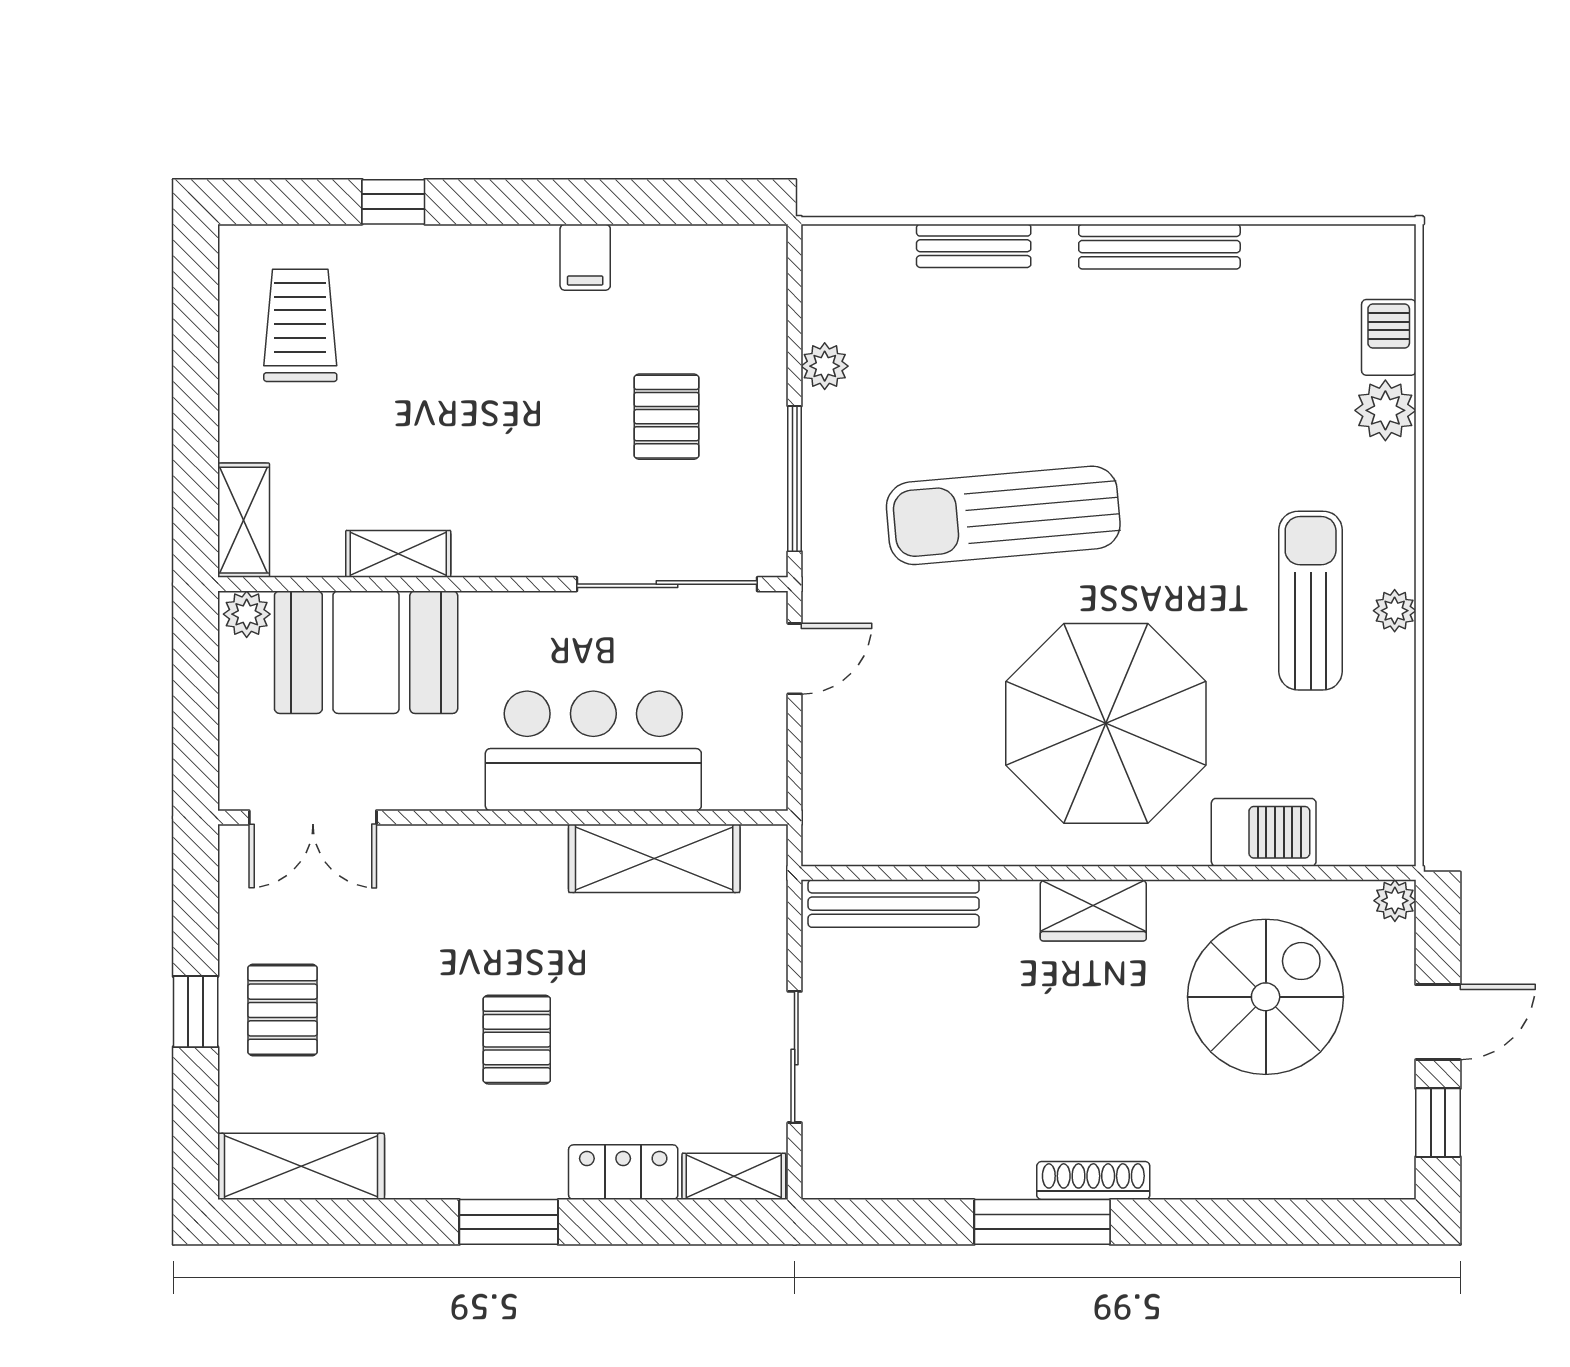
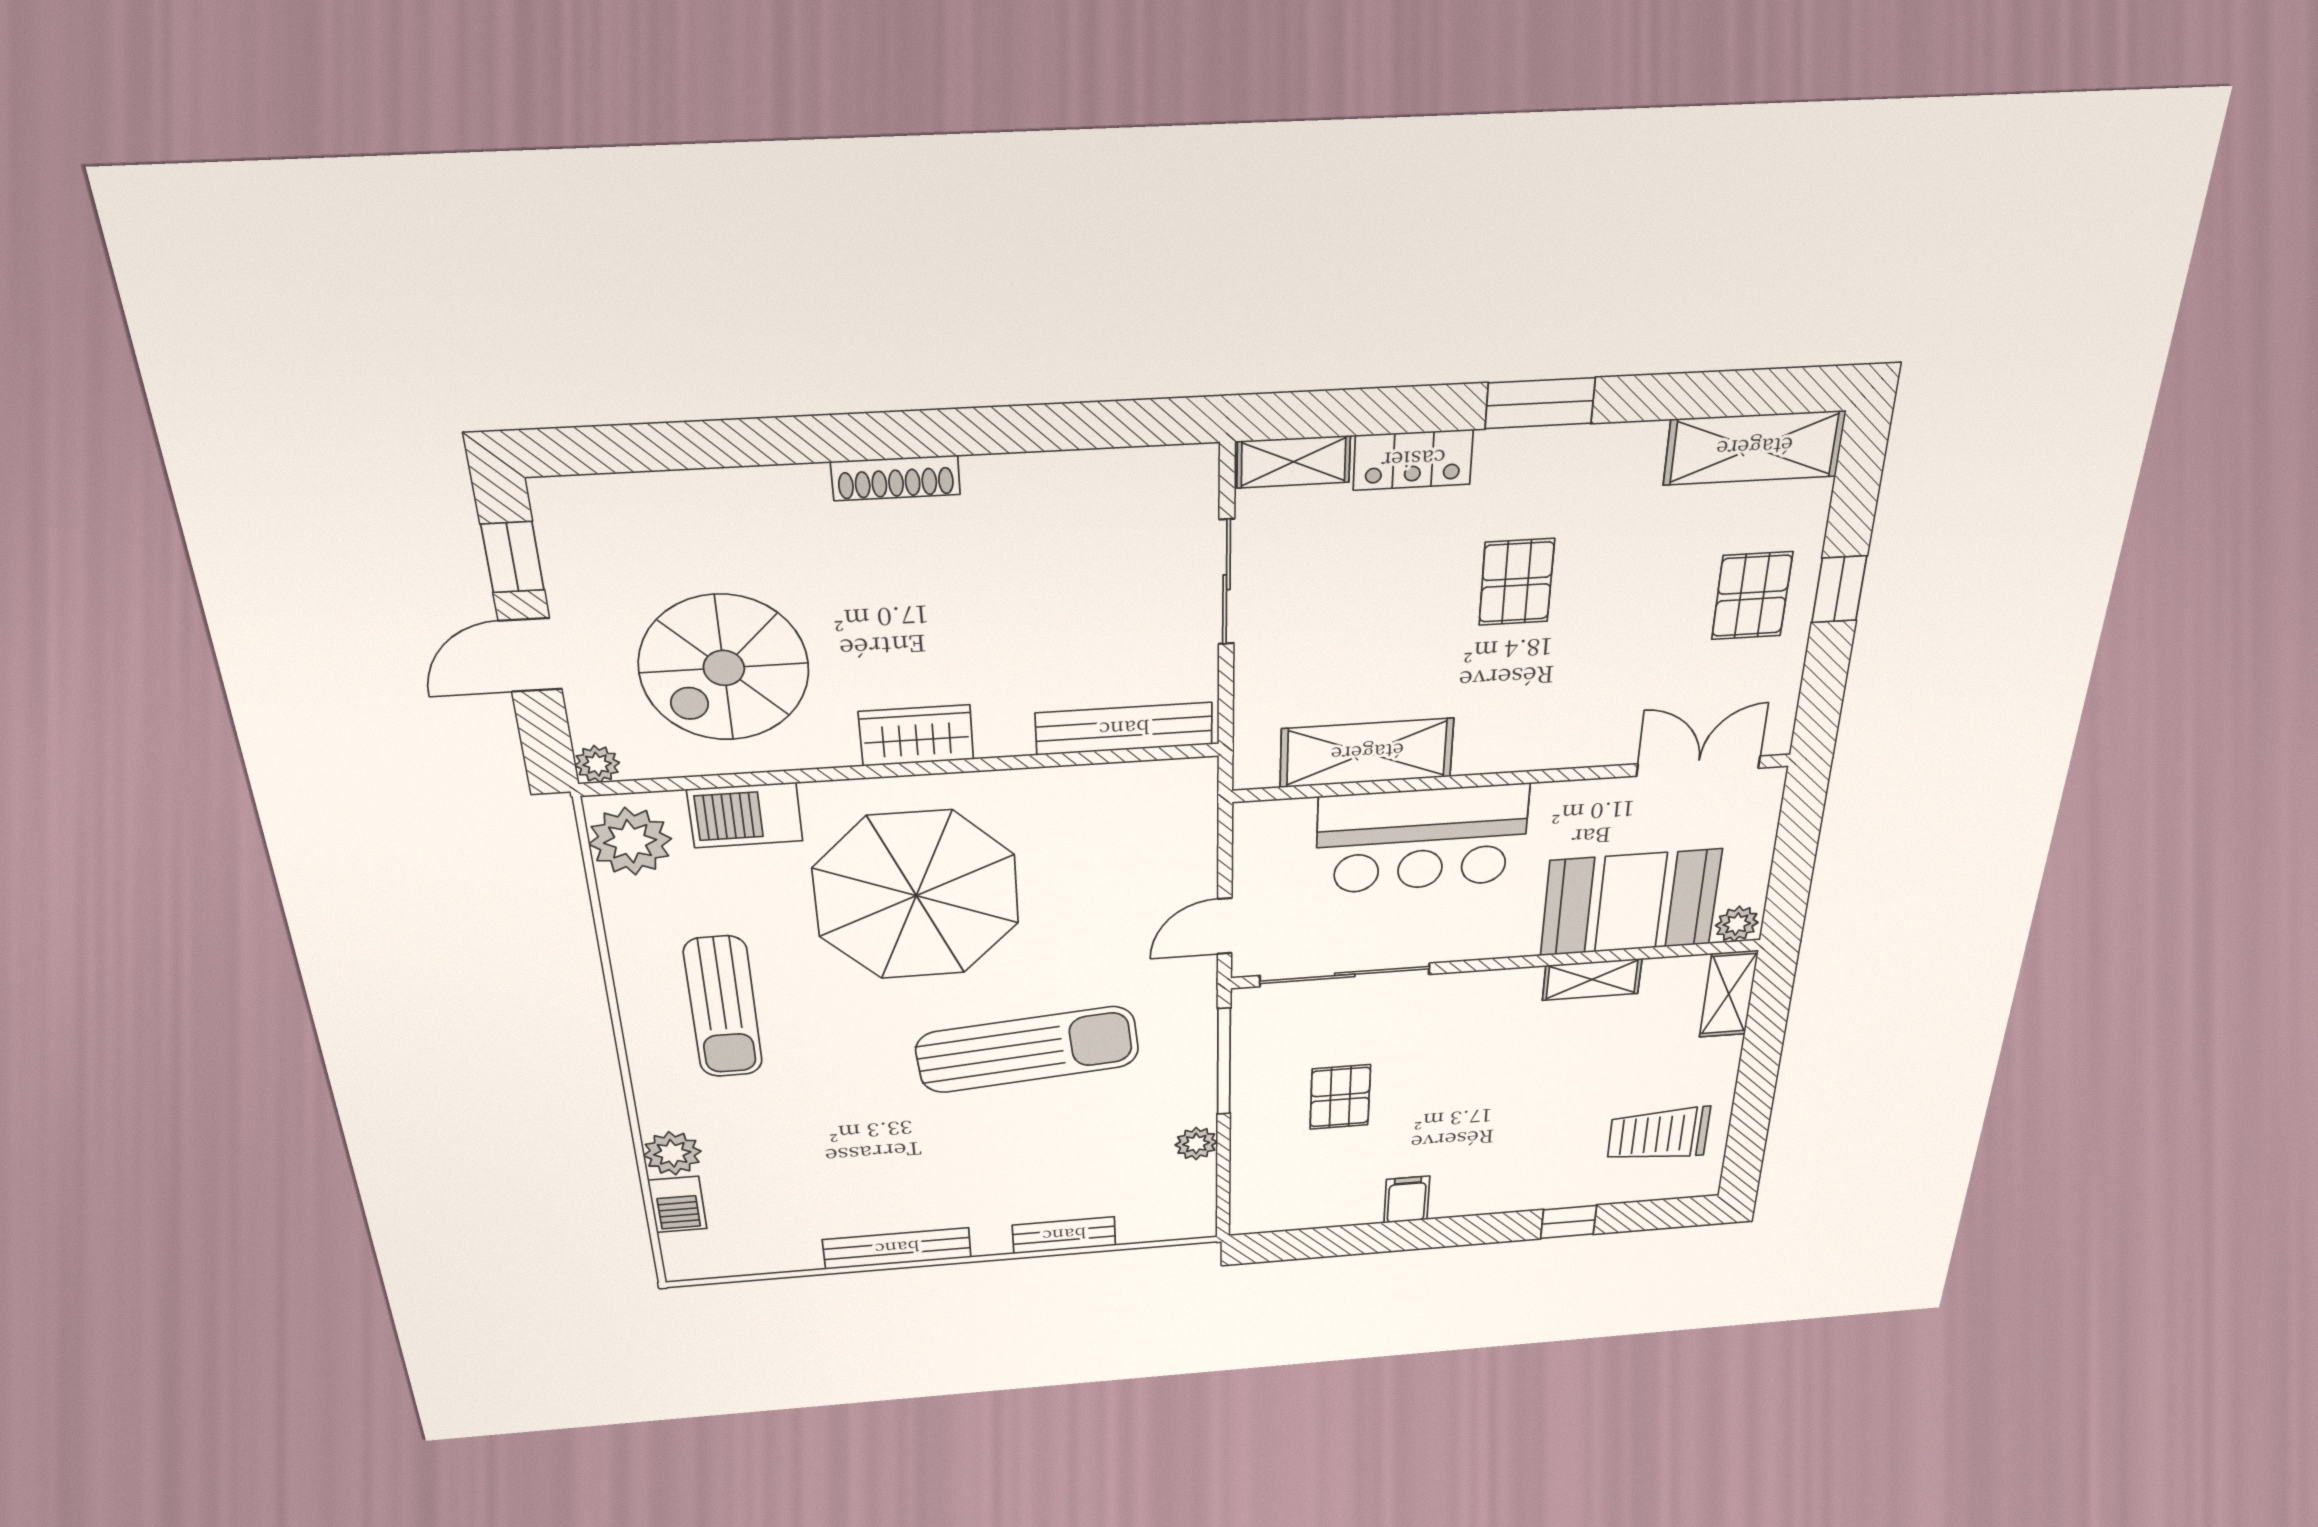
trolley: (300, 325) -> (1659, 1134), turned 90
plant: (1395, 611) -> (630, 841), moved, width x1.88, depth x1.88
window: (1042, 1222) -> (950, 432), removed

